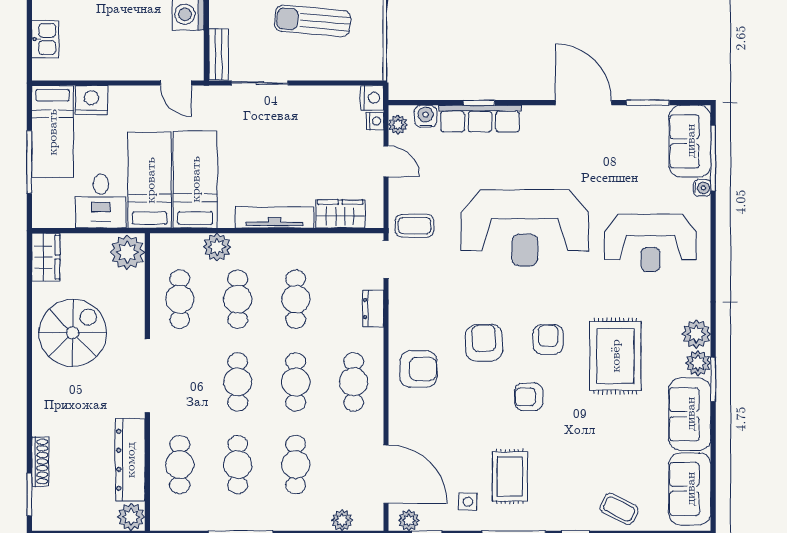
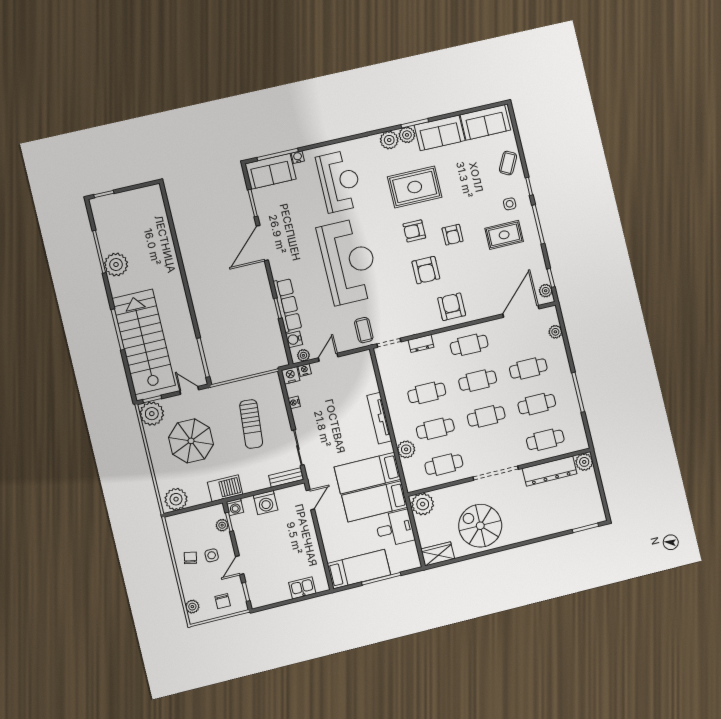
nightstand: (91, 100) -> (294, 402), moved, width x0.53, depth x0.56
wardrobe: (340, 214) -> (367, 378), removed
armchair: (484, 343) -> (426, 270), turned -88
shoe rack: (40, 462) -> (564, 526), removed
side table: (468, 502) -> (510, 204), moved

